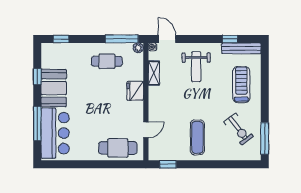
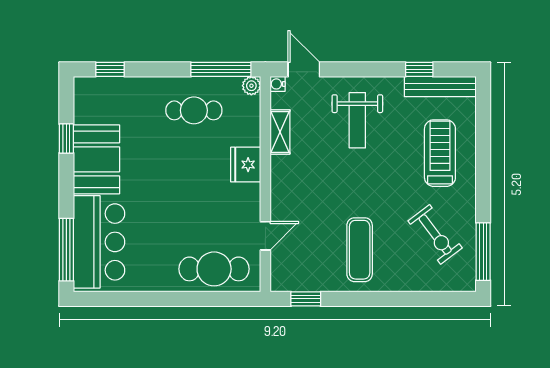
window: (37, 123) -> (66, 250), moved

